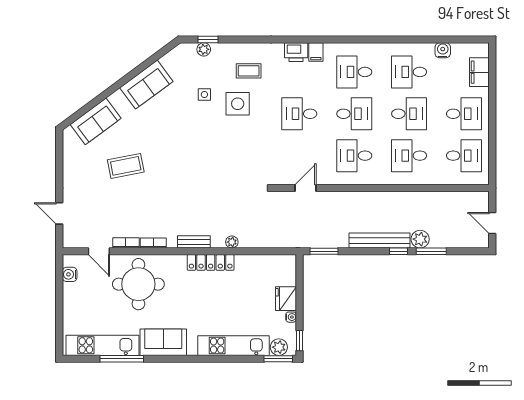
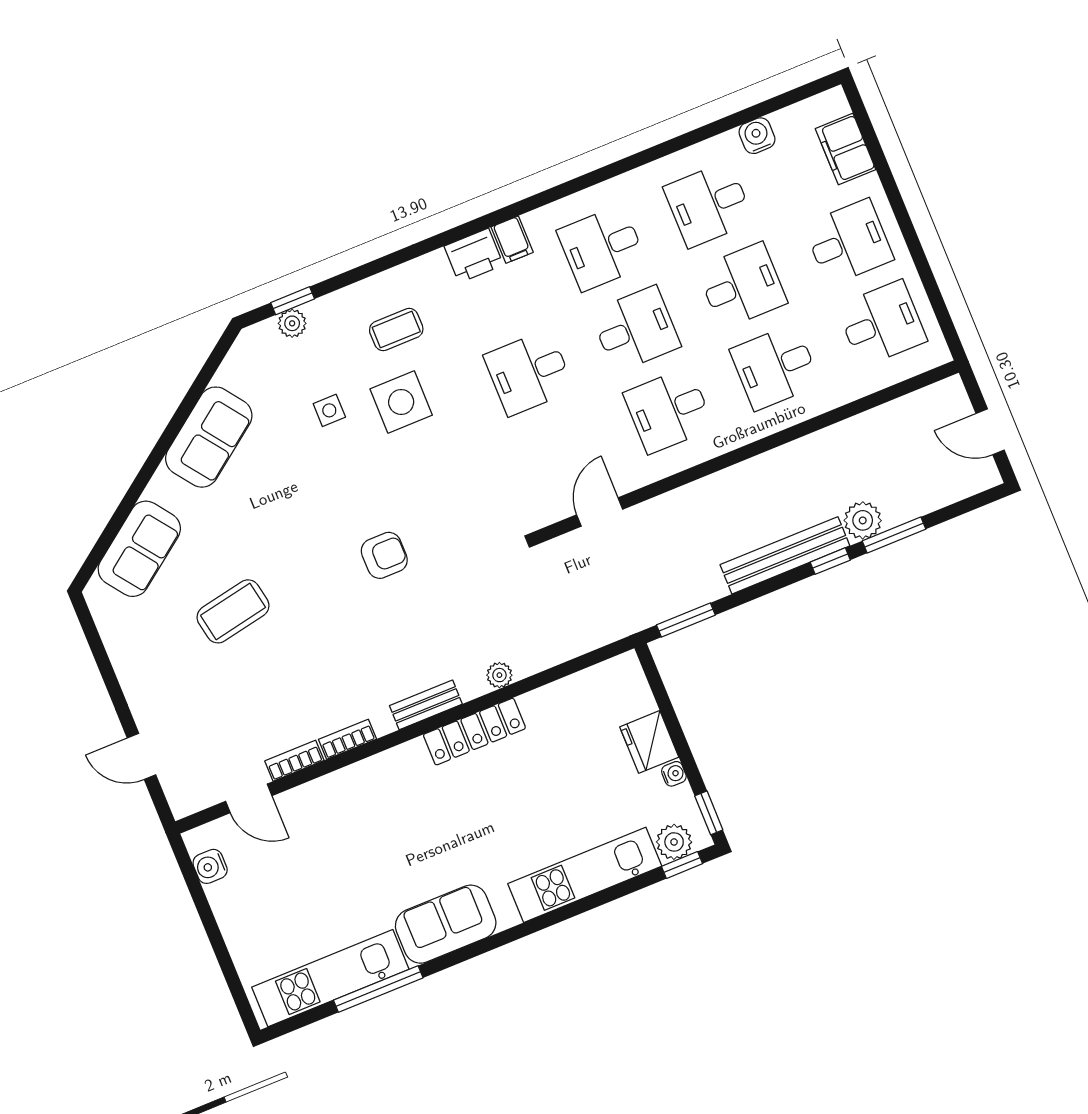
armchair: (203, 168) -> (384, 555), added
round table: (138, 284) -> (351, 831), removed
window: (278, 359) -> (682, 865), width x0.67

